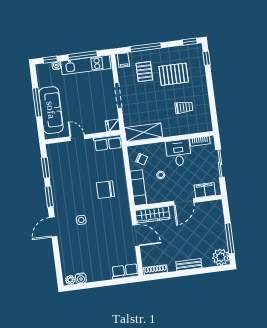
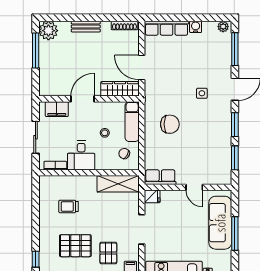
window: (58, 262) -> (235, 49), added
row of seats: (125, 271) -> (167, 28), width x1.48
water cooler: (81, 278) -> (196, 27), moved

